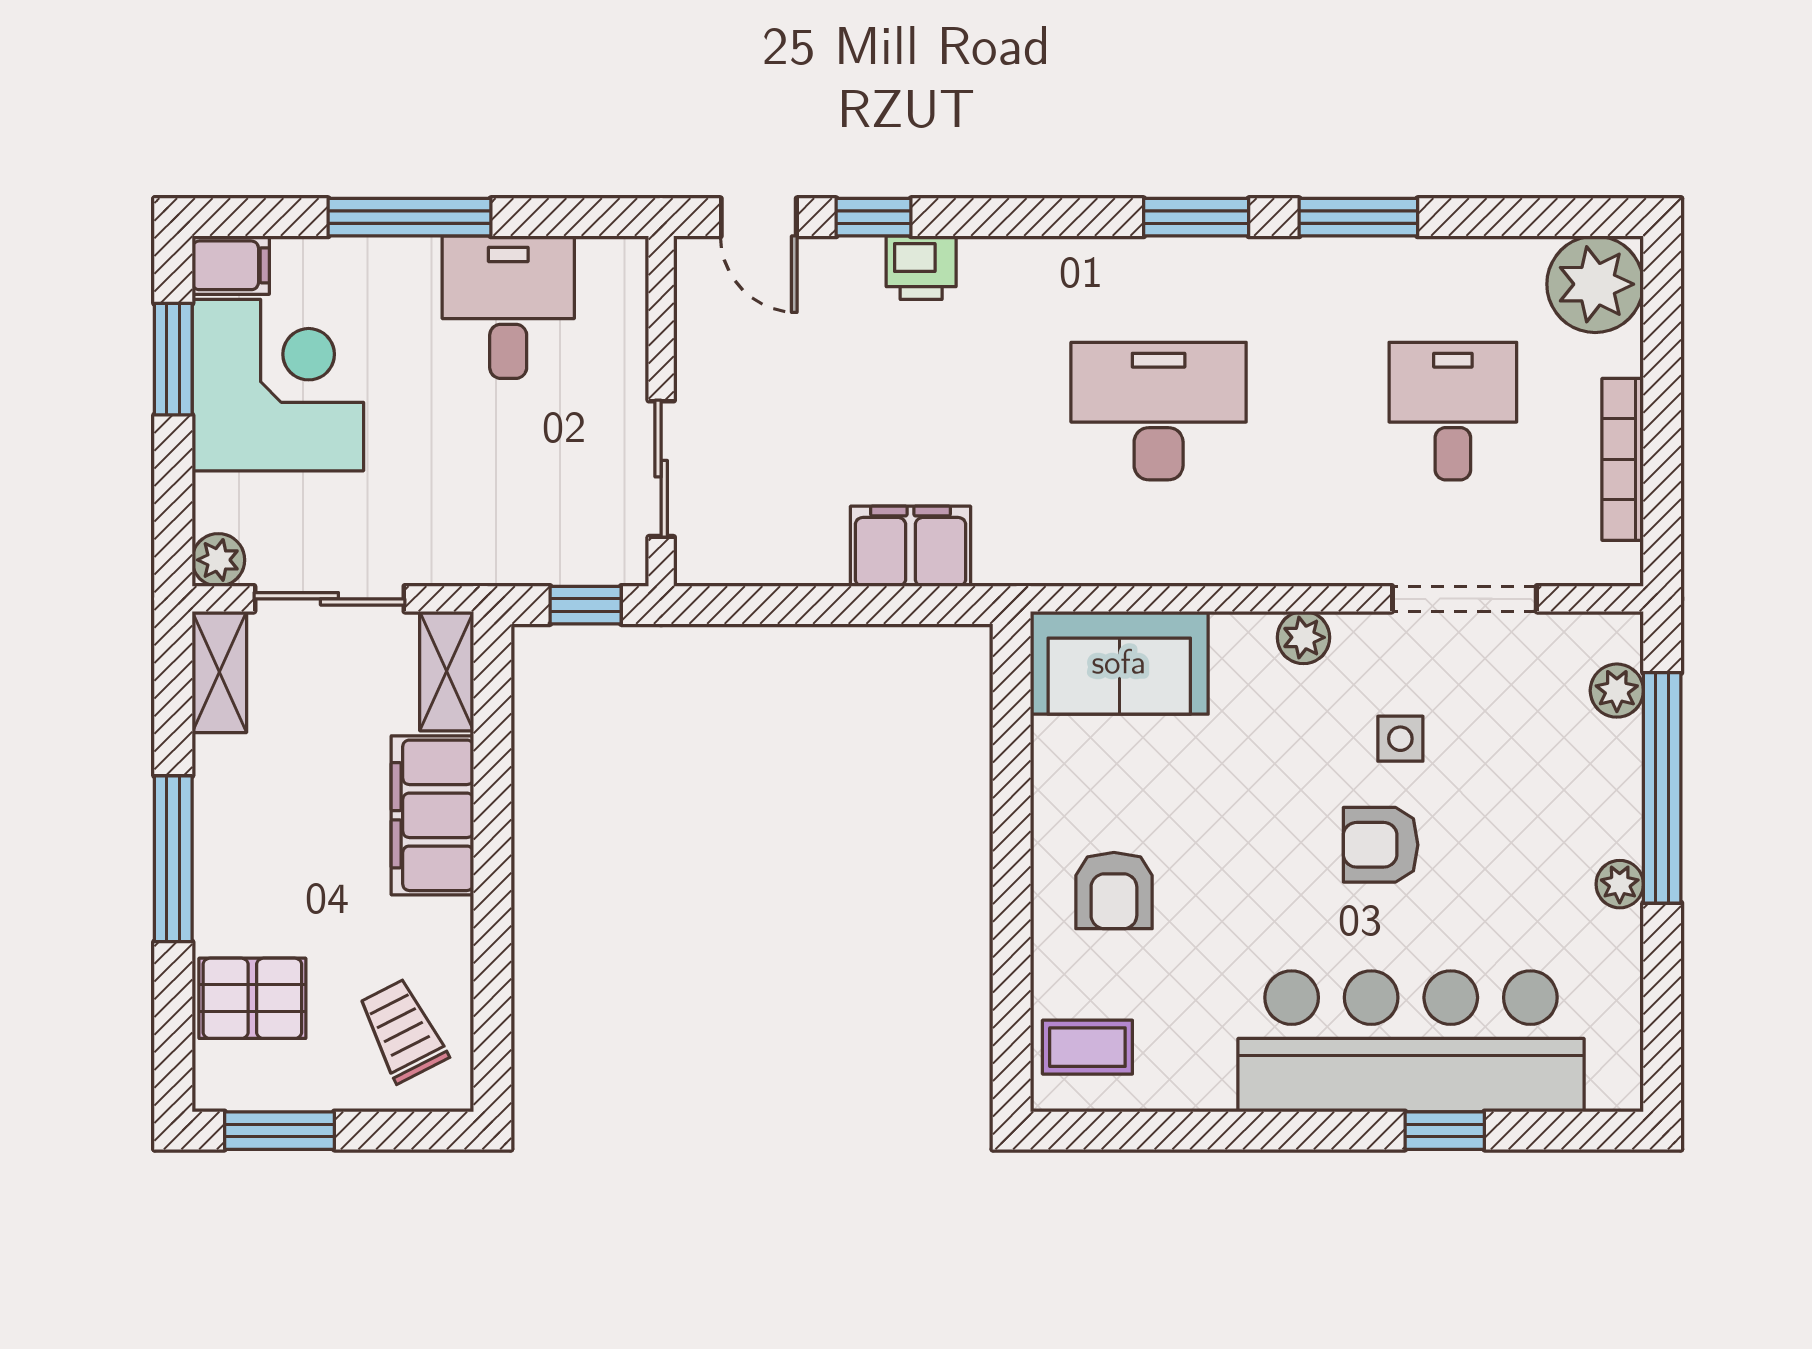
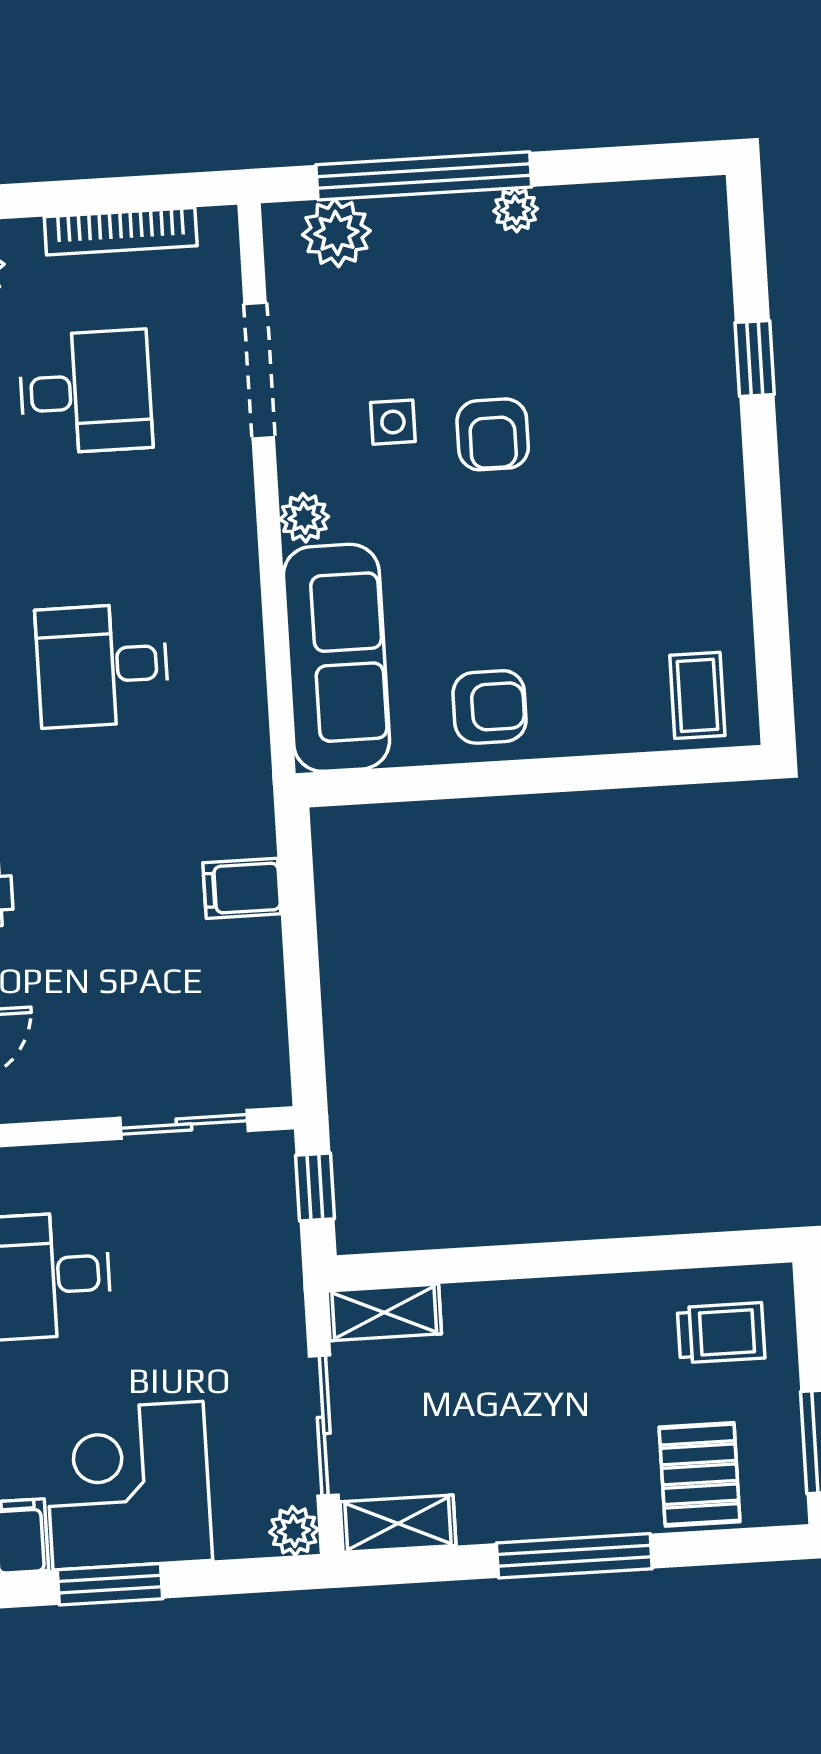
desk: (1159, 411) -> (102, 665), width x0.73
desk: (1453, 411) -> (85, 392), turned 180
filing cabinet: (910, 546) -> (242, 888), width x0.50
sofa: (1119, 663) -> (336, 658), width x1.36
plant: (1617, 691) -> (336, 233), width x1.38, depth x1.38
filing cabinet: (432, 815) -> (519, 1317), removed
armchair: (1114, 891) -> (490, 707), moved
trolley: (403, 1031) -> (721, 1333), turned -153
bar counter: (1411, 1041) -> (674, 395), removed

